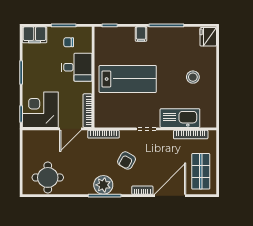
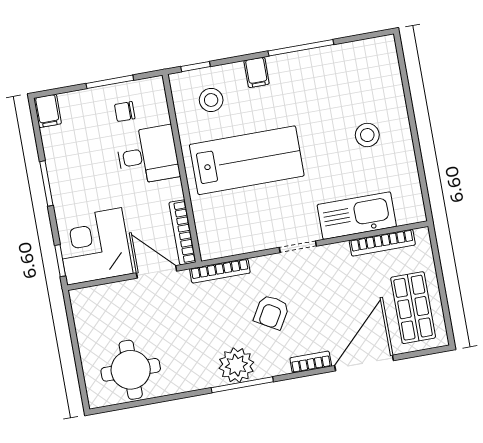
filing cabinet: (35, 35) -> (48, 111), width x0.50
fridge: (208, 37) -> (382, 55), removed
stool: (115, 44) -> (211, 100), added
door: (70, 129) -> (157, 272), swing flipped

